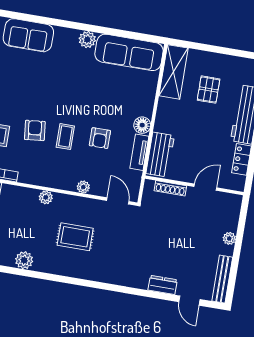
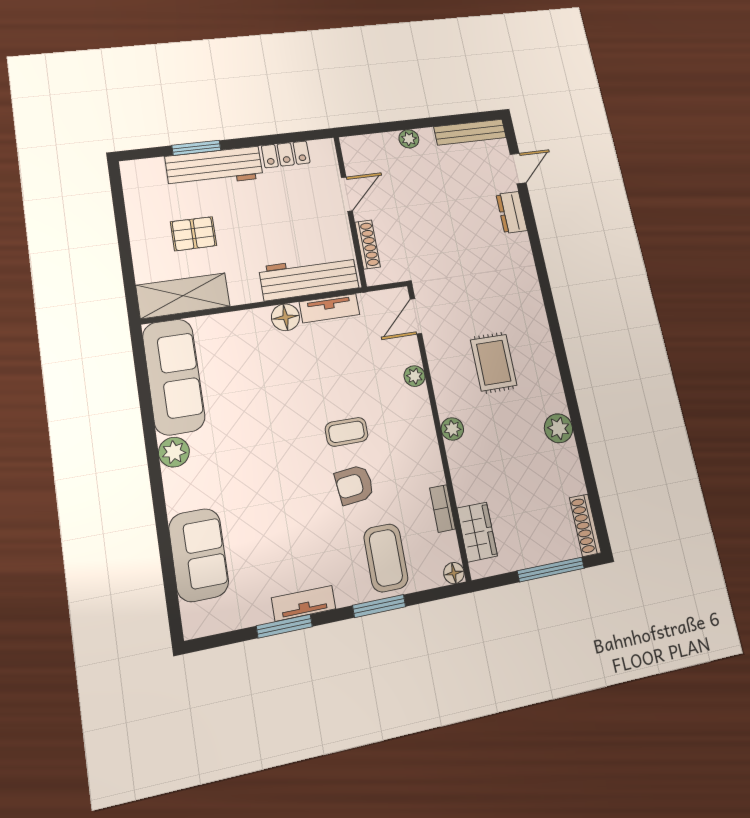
armchair: (100, 138) -> (329, 376), removed
workbench: (160, 155) -> (309, 277), width x1.38
door: (205, 187) -> (347, 194), swing flipped

